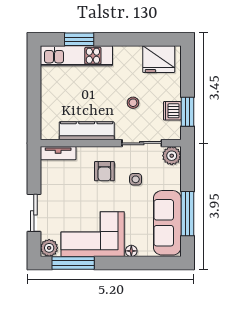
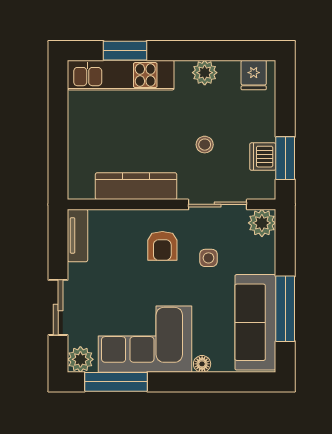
plant: (133, 54) -> (205, 73), added
fridge: (159, 59) -> (254, 75), width x0.53, depth x0.75
tv unit: (58, 153) -> (78, 235), moved, turned -90

